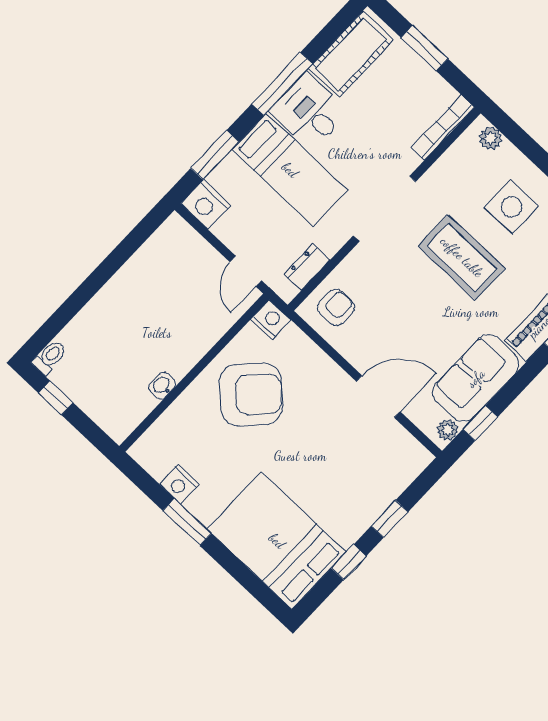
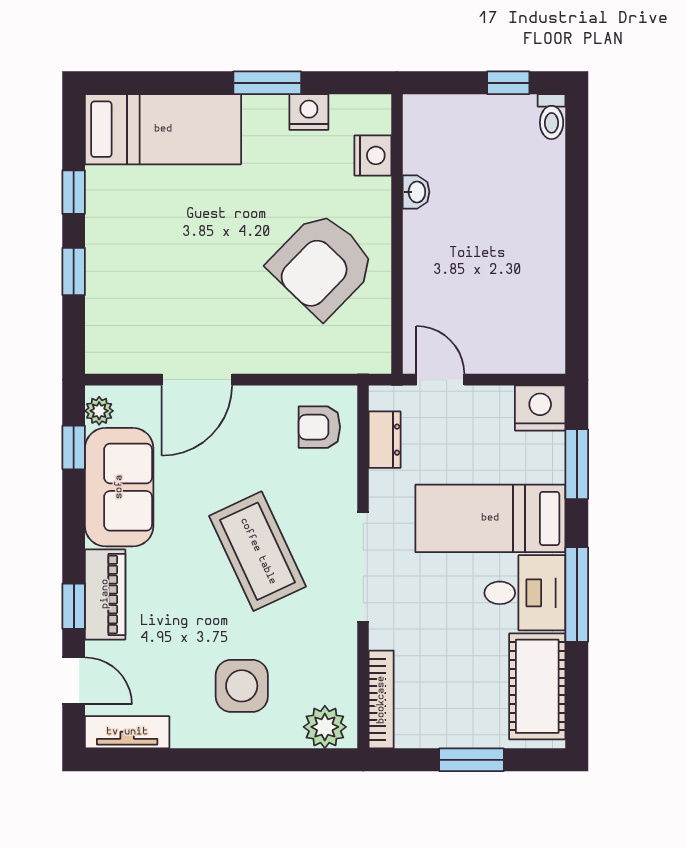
plant: (490, 138) -> (325, 727), width x1.38, depth x1.38
coffee table: (462, 257) -> (258, 551), moved, turned 65
armchair: (336, 308) -> (319, 427), turned 90
nightstand: (271, 320) -> (373, 155), moved, turned -90
bed: (277, 541) -> (163, 129), width x0.67

